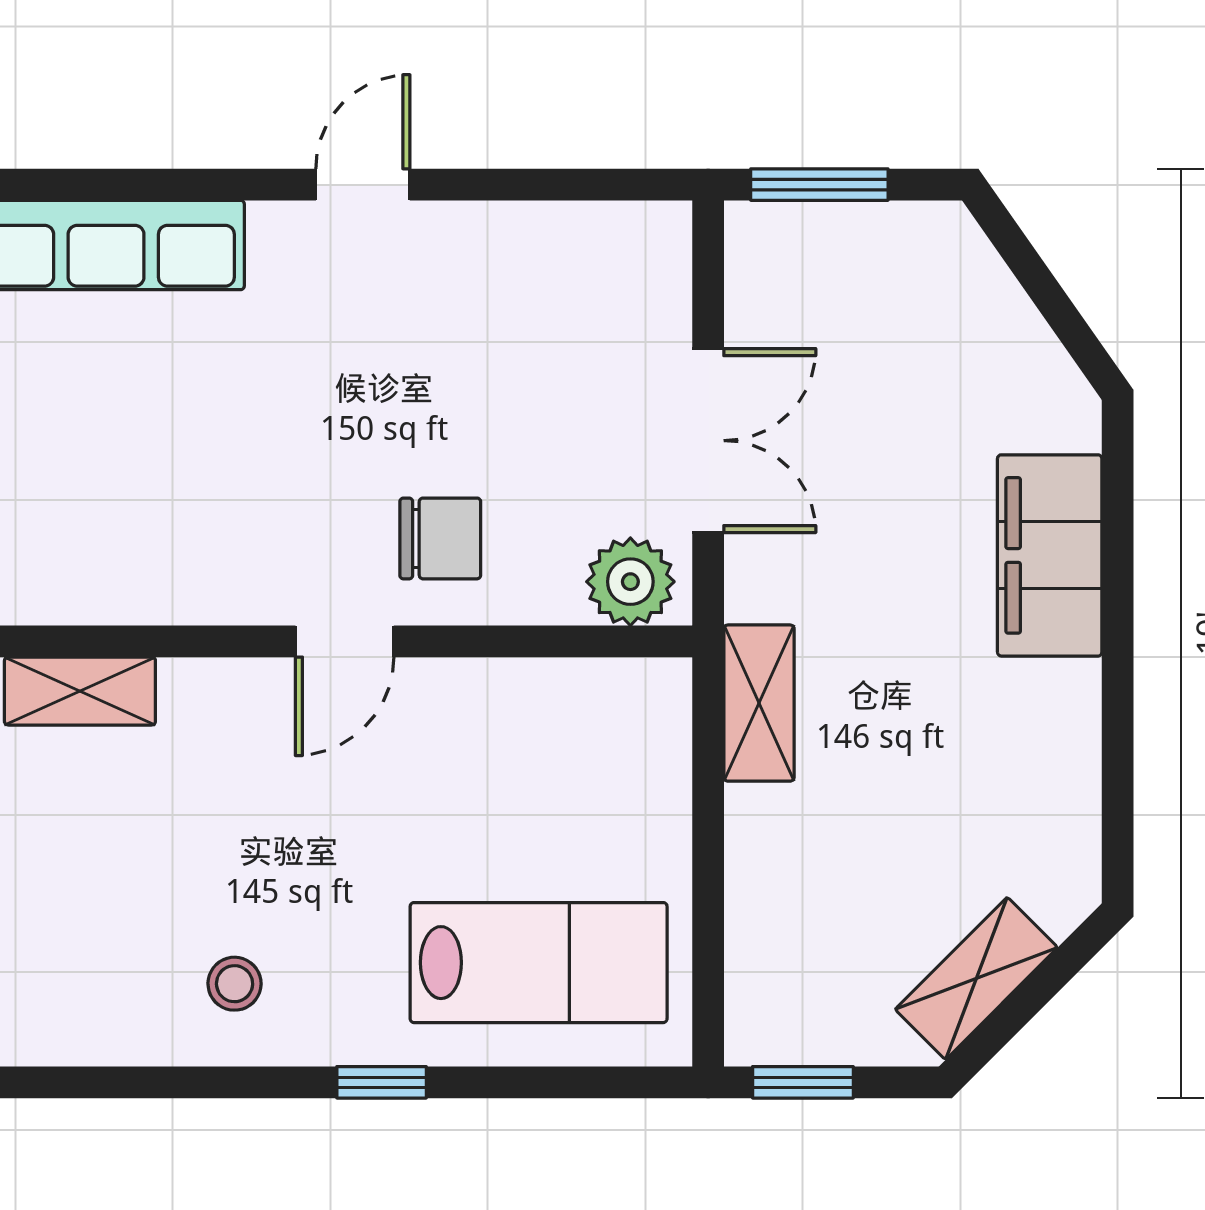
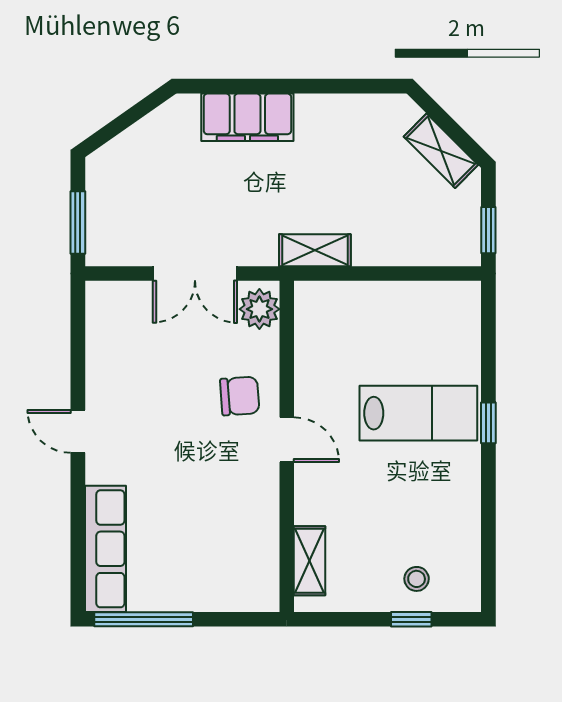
double door: (708, 441) -> (195, 273), swing flipped
chair: (440, 538) -> (240, 396), turned 86
lab bench: (539, 963) -> (418, 413), moved, turned 90
stool: (235, 984) -> (417, 579), moved

